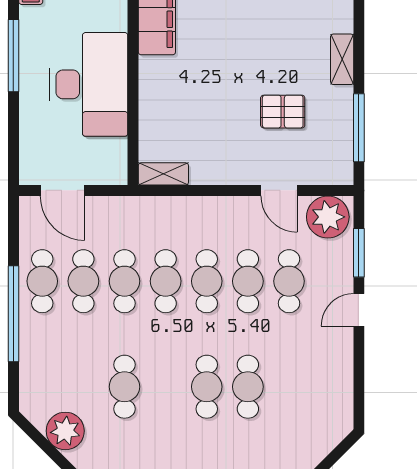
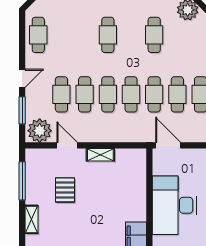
pallet: (283, 112) -> (65, 190), turned 90
shelving: (163, 174) -> (100, 155), moved
door: (62, 190) -> (168, 145), moved
cafe table: (248, 387) -> (38, 35), moved

